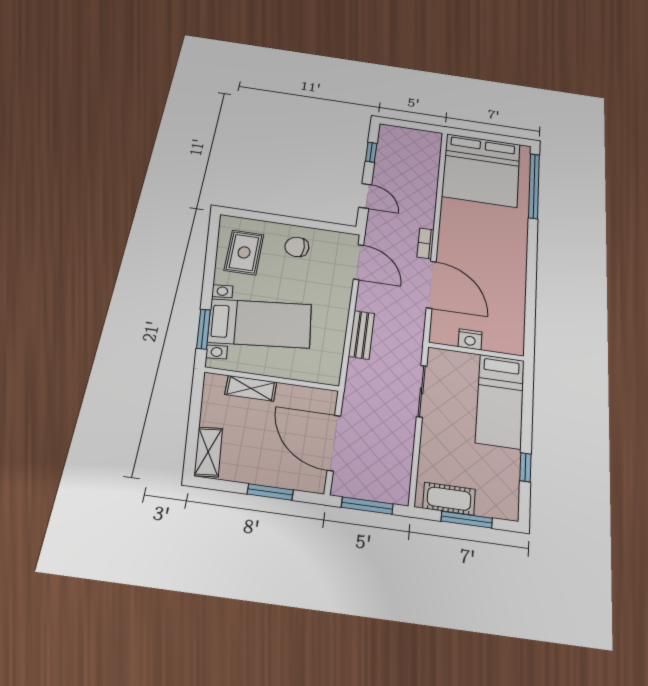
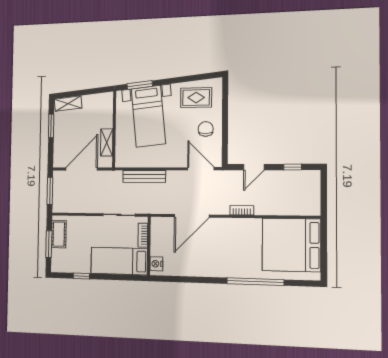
window: (534, 186) -> (255, 282), moved
bookcase: (425, 243) -> (242, 210), moved
door: (359, 262) -> (201, 169), swing flipped
bench: (362, 335) -> (144, 176), width x1.36
nightstand: (470, 339) -> (156, 264), moved
bookcase: (458, 358) -> (143, 235), added
shelving: (251, 388) -> (107, 142), moved
window: (270, 492) -> (51, 126), moved

